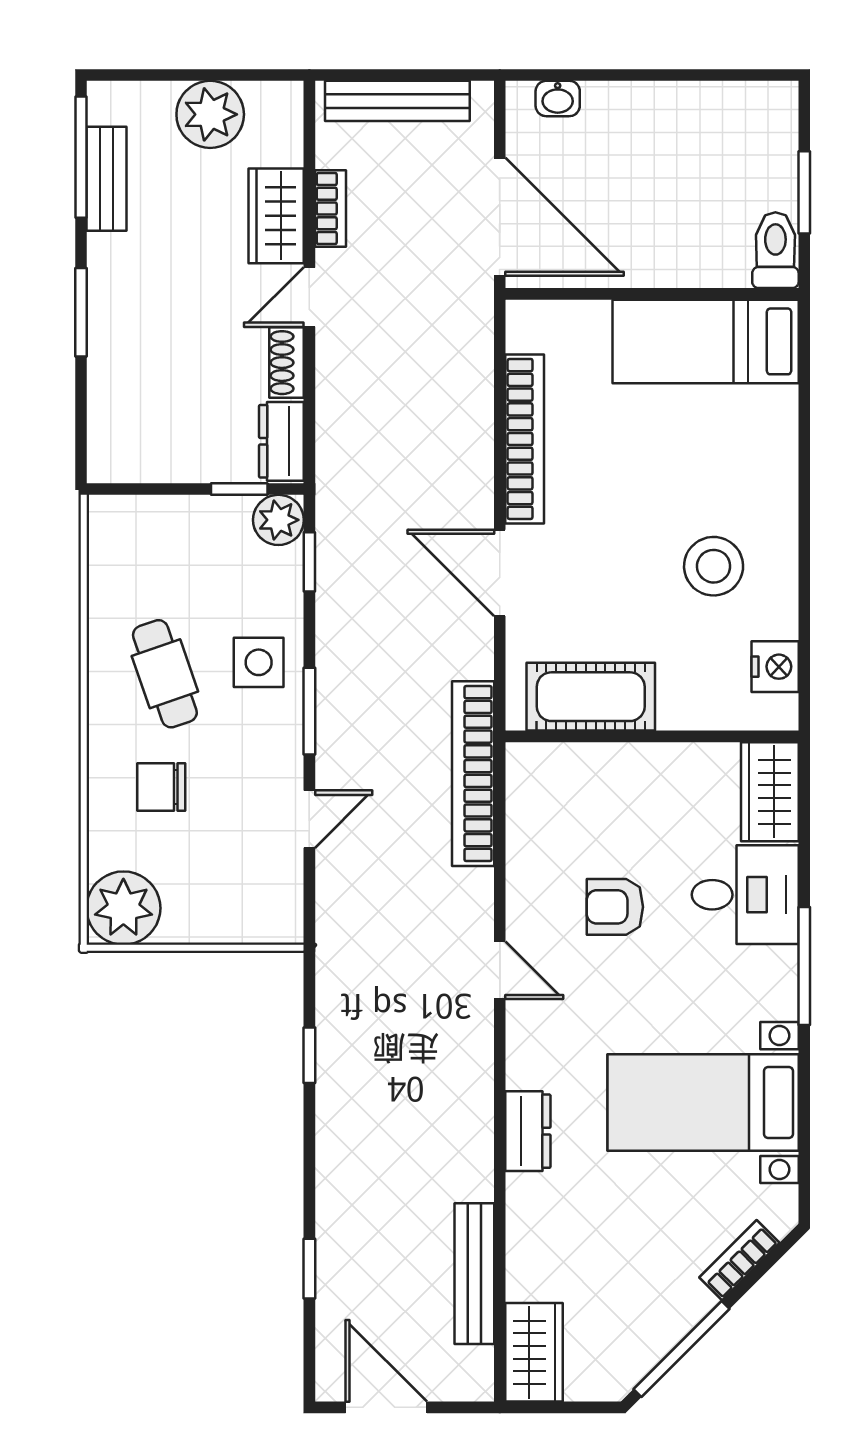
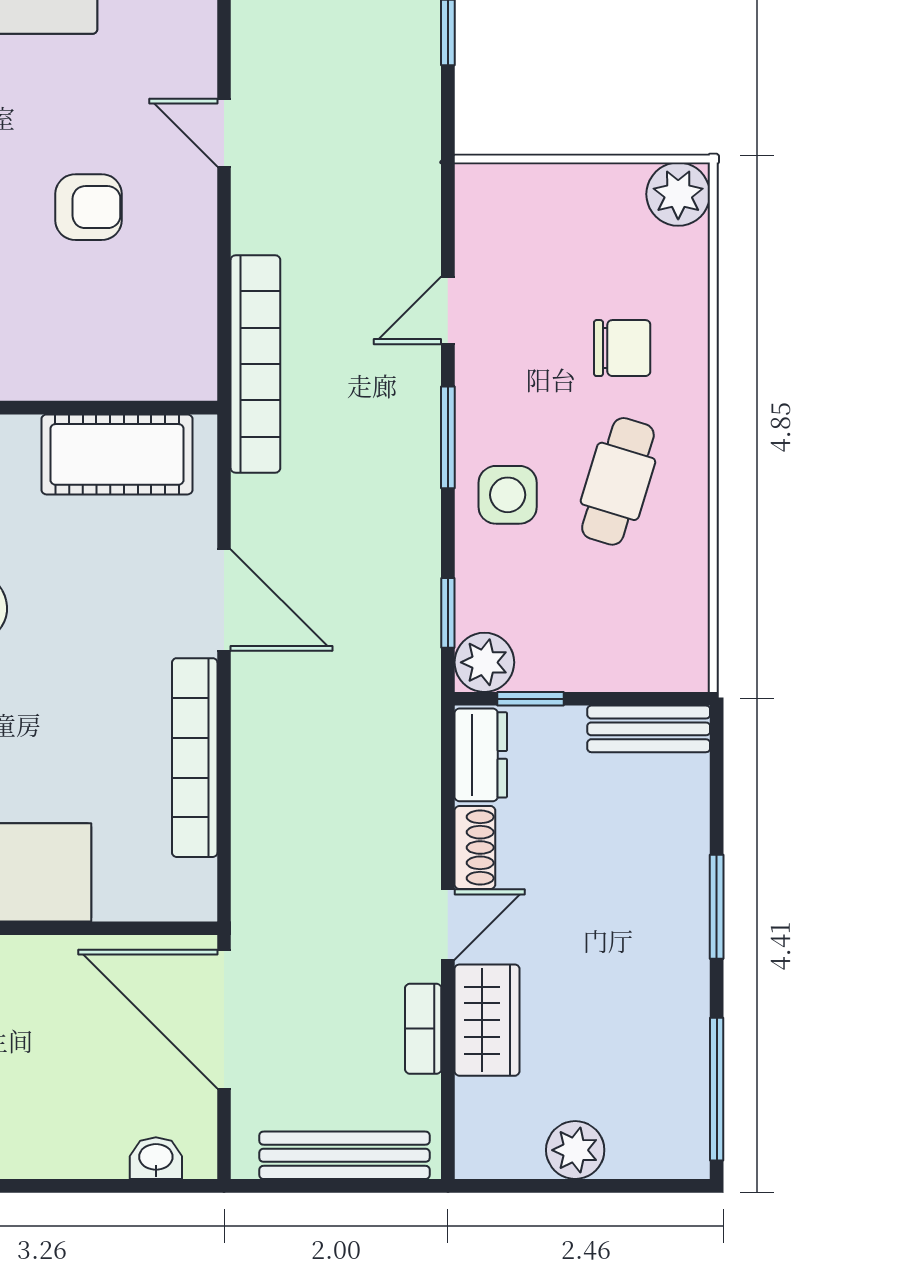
plant: (210, 114) -> (575, 1150), width x0.73, depth x0.73
bench: (107, 179) -> (649, 729), moved, turned 90
cafe table: (165, 674) -> (618, 481), turned 36
plant: (123, 908) -> (678, 194), width x0.73, depth x0.73

